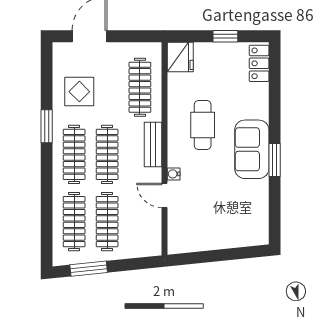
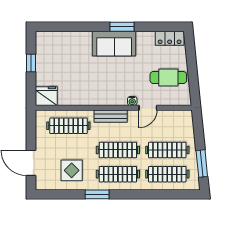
locker: (259, 63) -> (170, 38), moved
cafe table: (203, 125) -> (168, 78), moved

